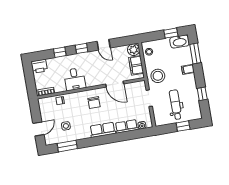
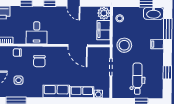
chair: (94, 103) -> (39, 61), moved

